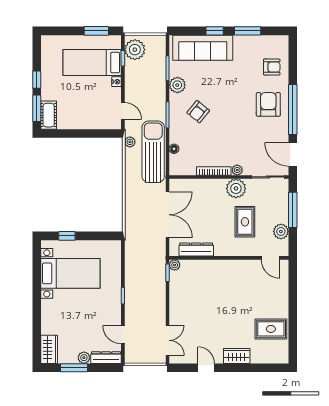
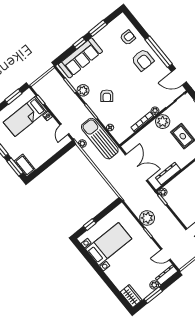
plant: (135, 50) -> (147, 218), moved
armchair: (268, 104) -> (143, 60), turned 180
door: (123, 111) -> (64, 129), swing flipped

